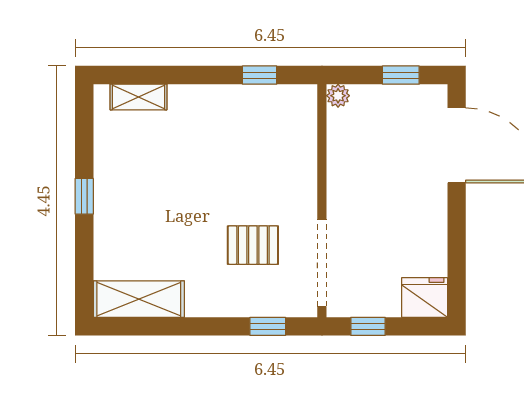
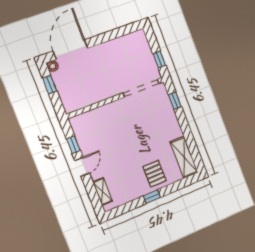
door: (207, 75) -> (82, 167), added
plant: (338, 96) -> (53, 66), moved
pallet: (253, 245) -> (155, 174), moved
fridge: (425, 297) -> (139, 40), removed

